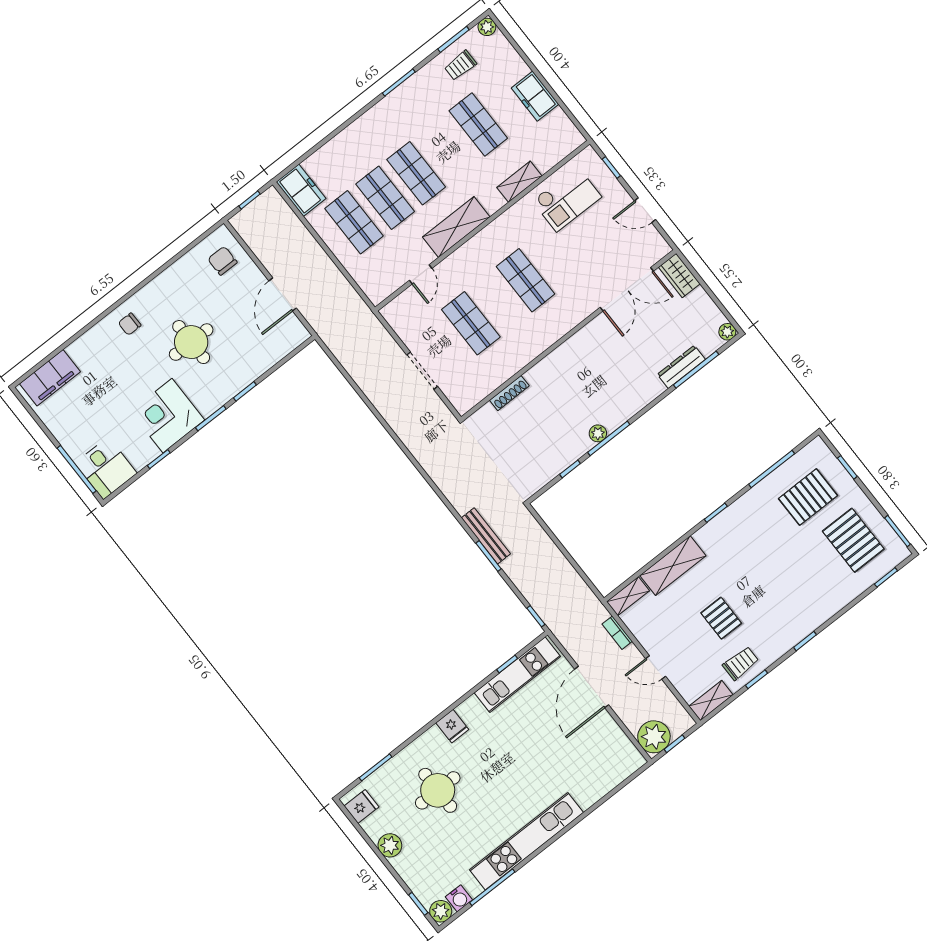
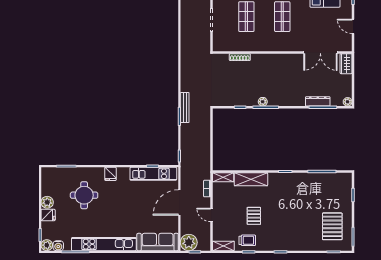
pallet: (808, 497) -> (328, 194), removed
sofa: (606, 773) -> (158, 242), added
fridge: (361, 807) -> (48, 215), moved

